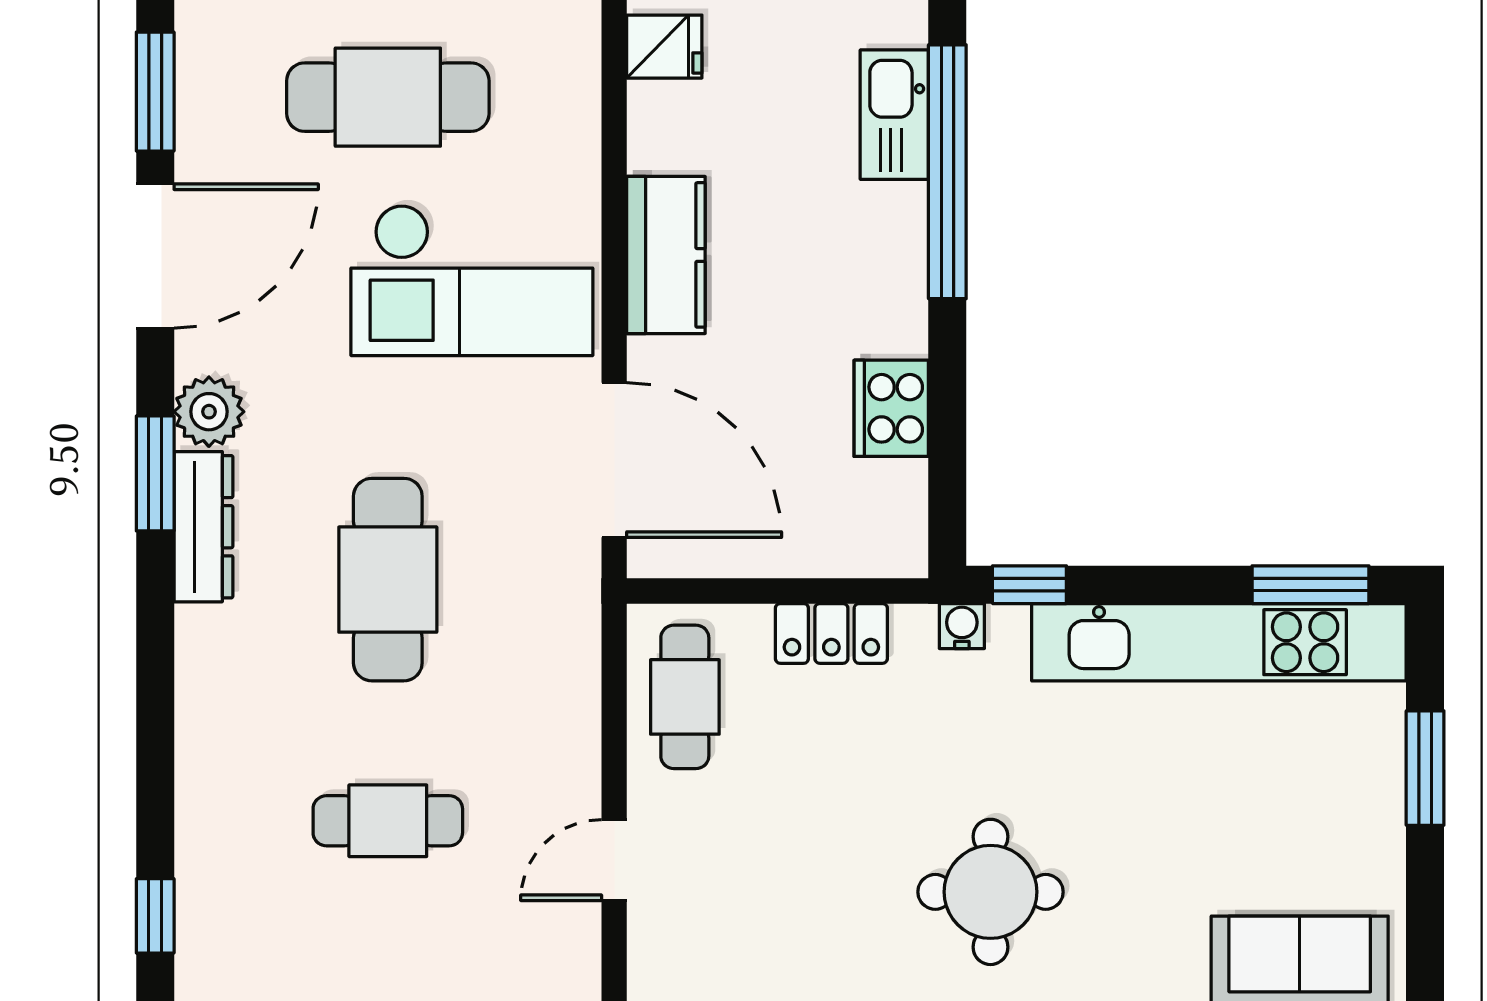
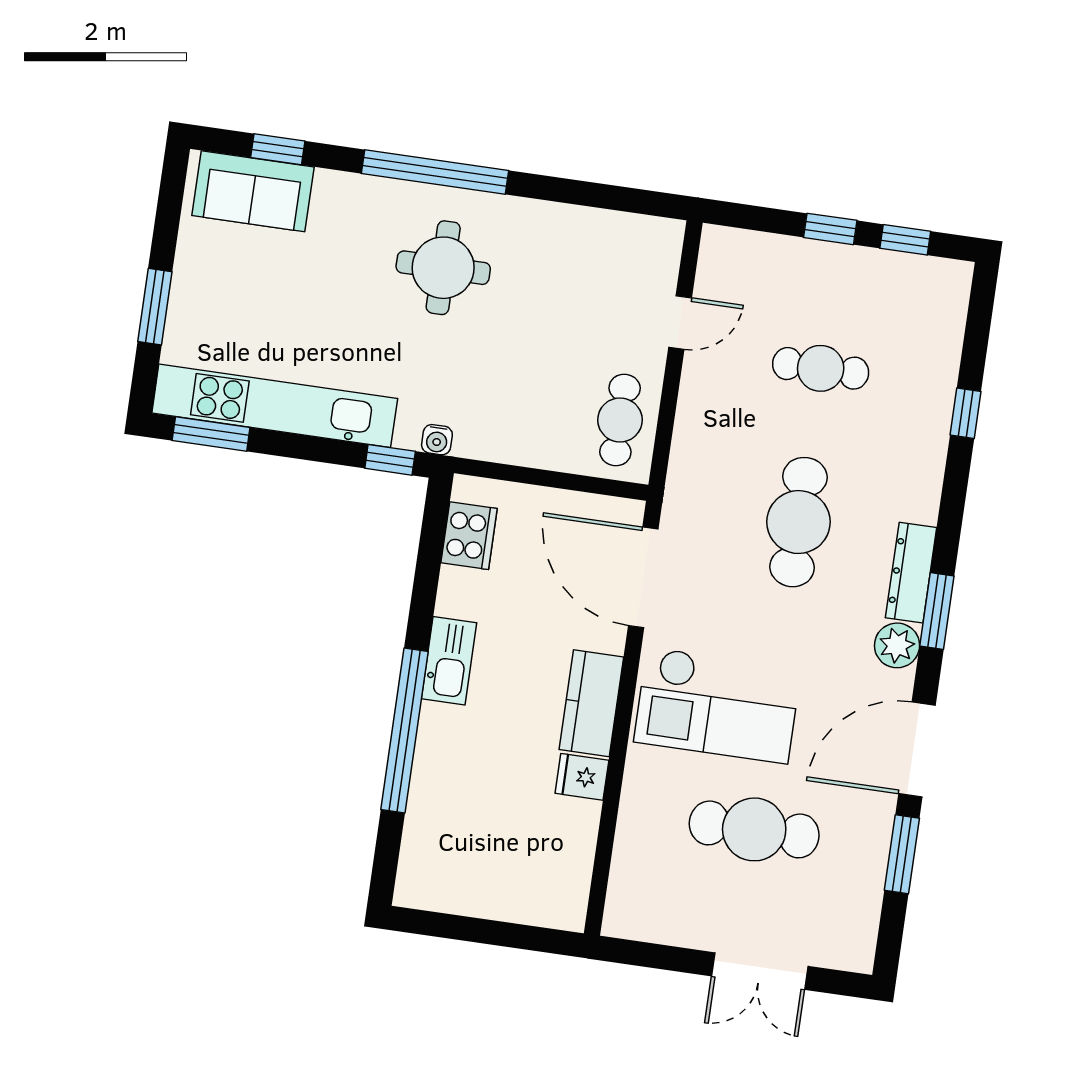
fridge: (664, 47) -> (582, 777), moved
kitchen sink: (894, 115) -> (449, 661), moved
checkout: (472, 280) -> (717, 705), turned 180
cooker: (891, 408) -> (469, 536), moved
locker: (831, 633) -> (521, 447), removed
window: (155, 916) -> (965, 413), moved

